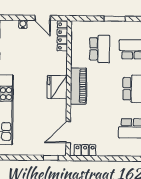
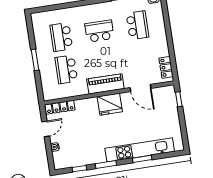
school desk: (100, 49) -> (66, 69), turned -90
door: (68, 132) -> (140, 88), moved

